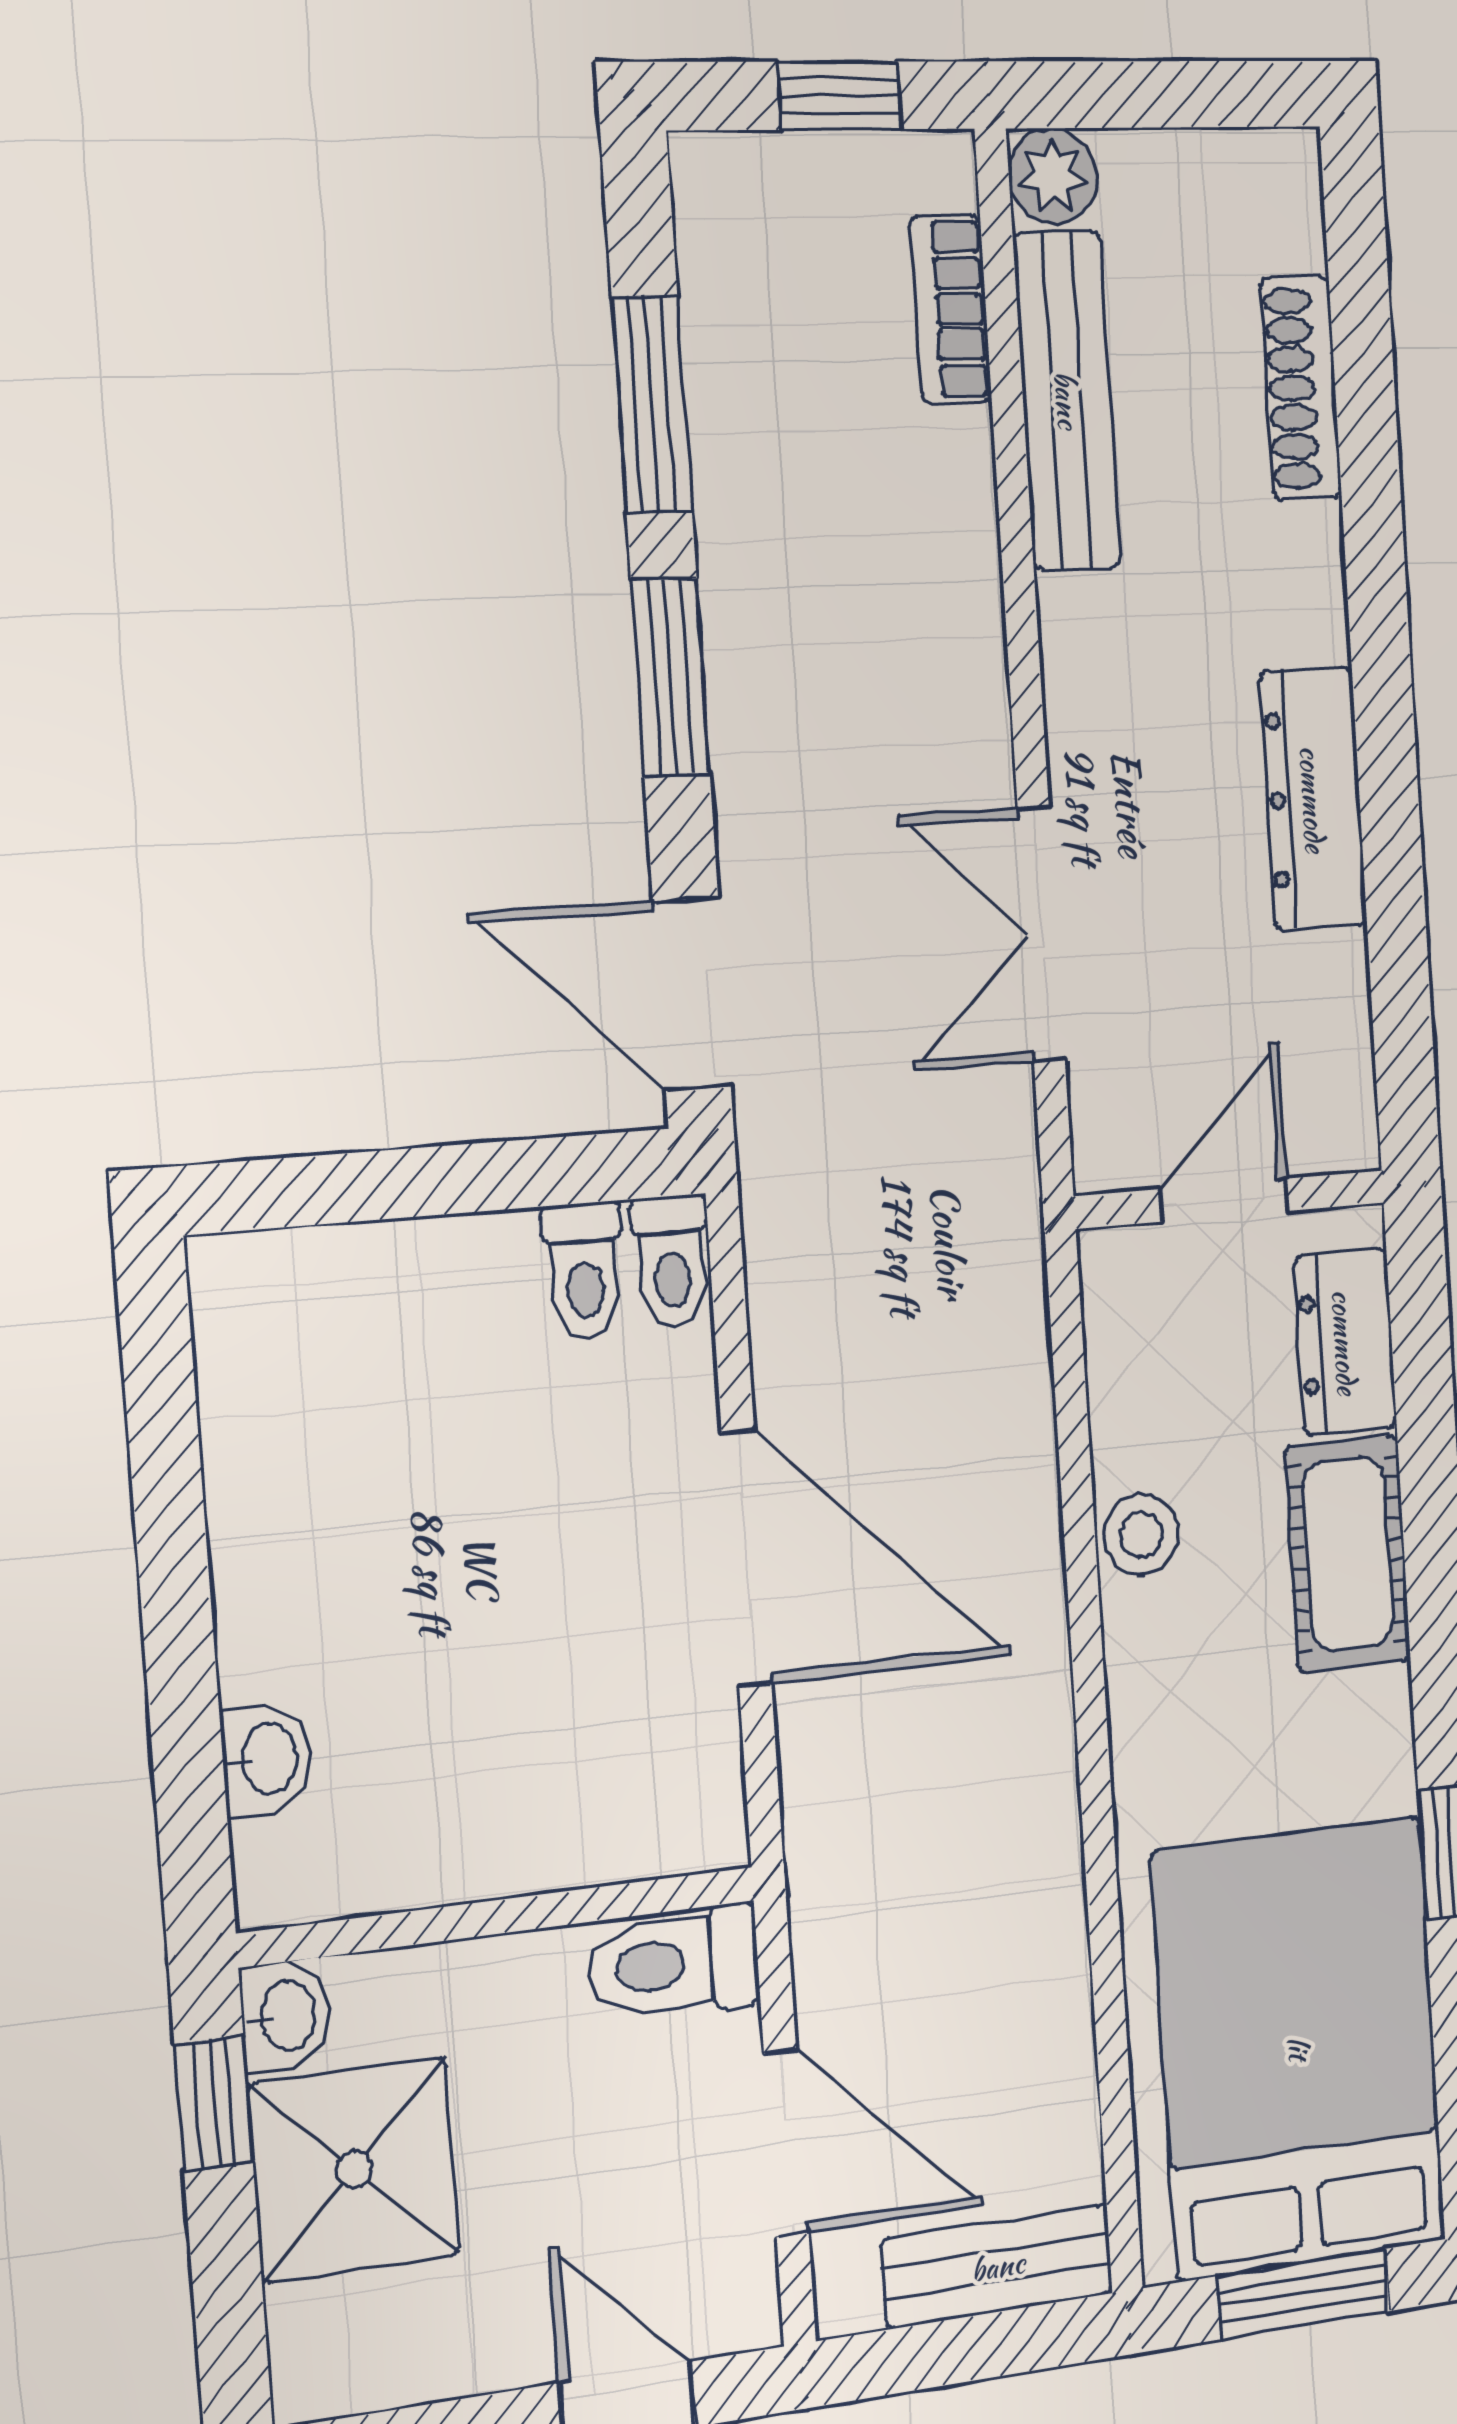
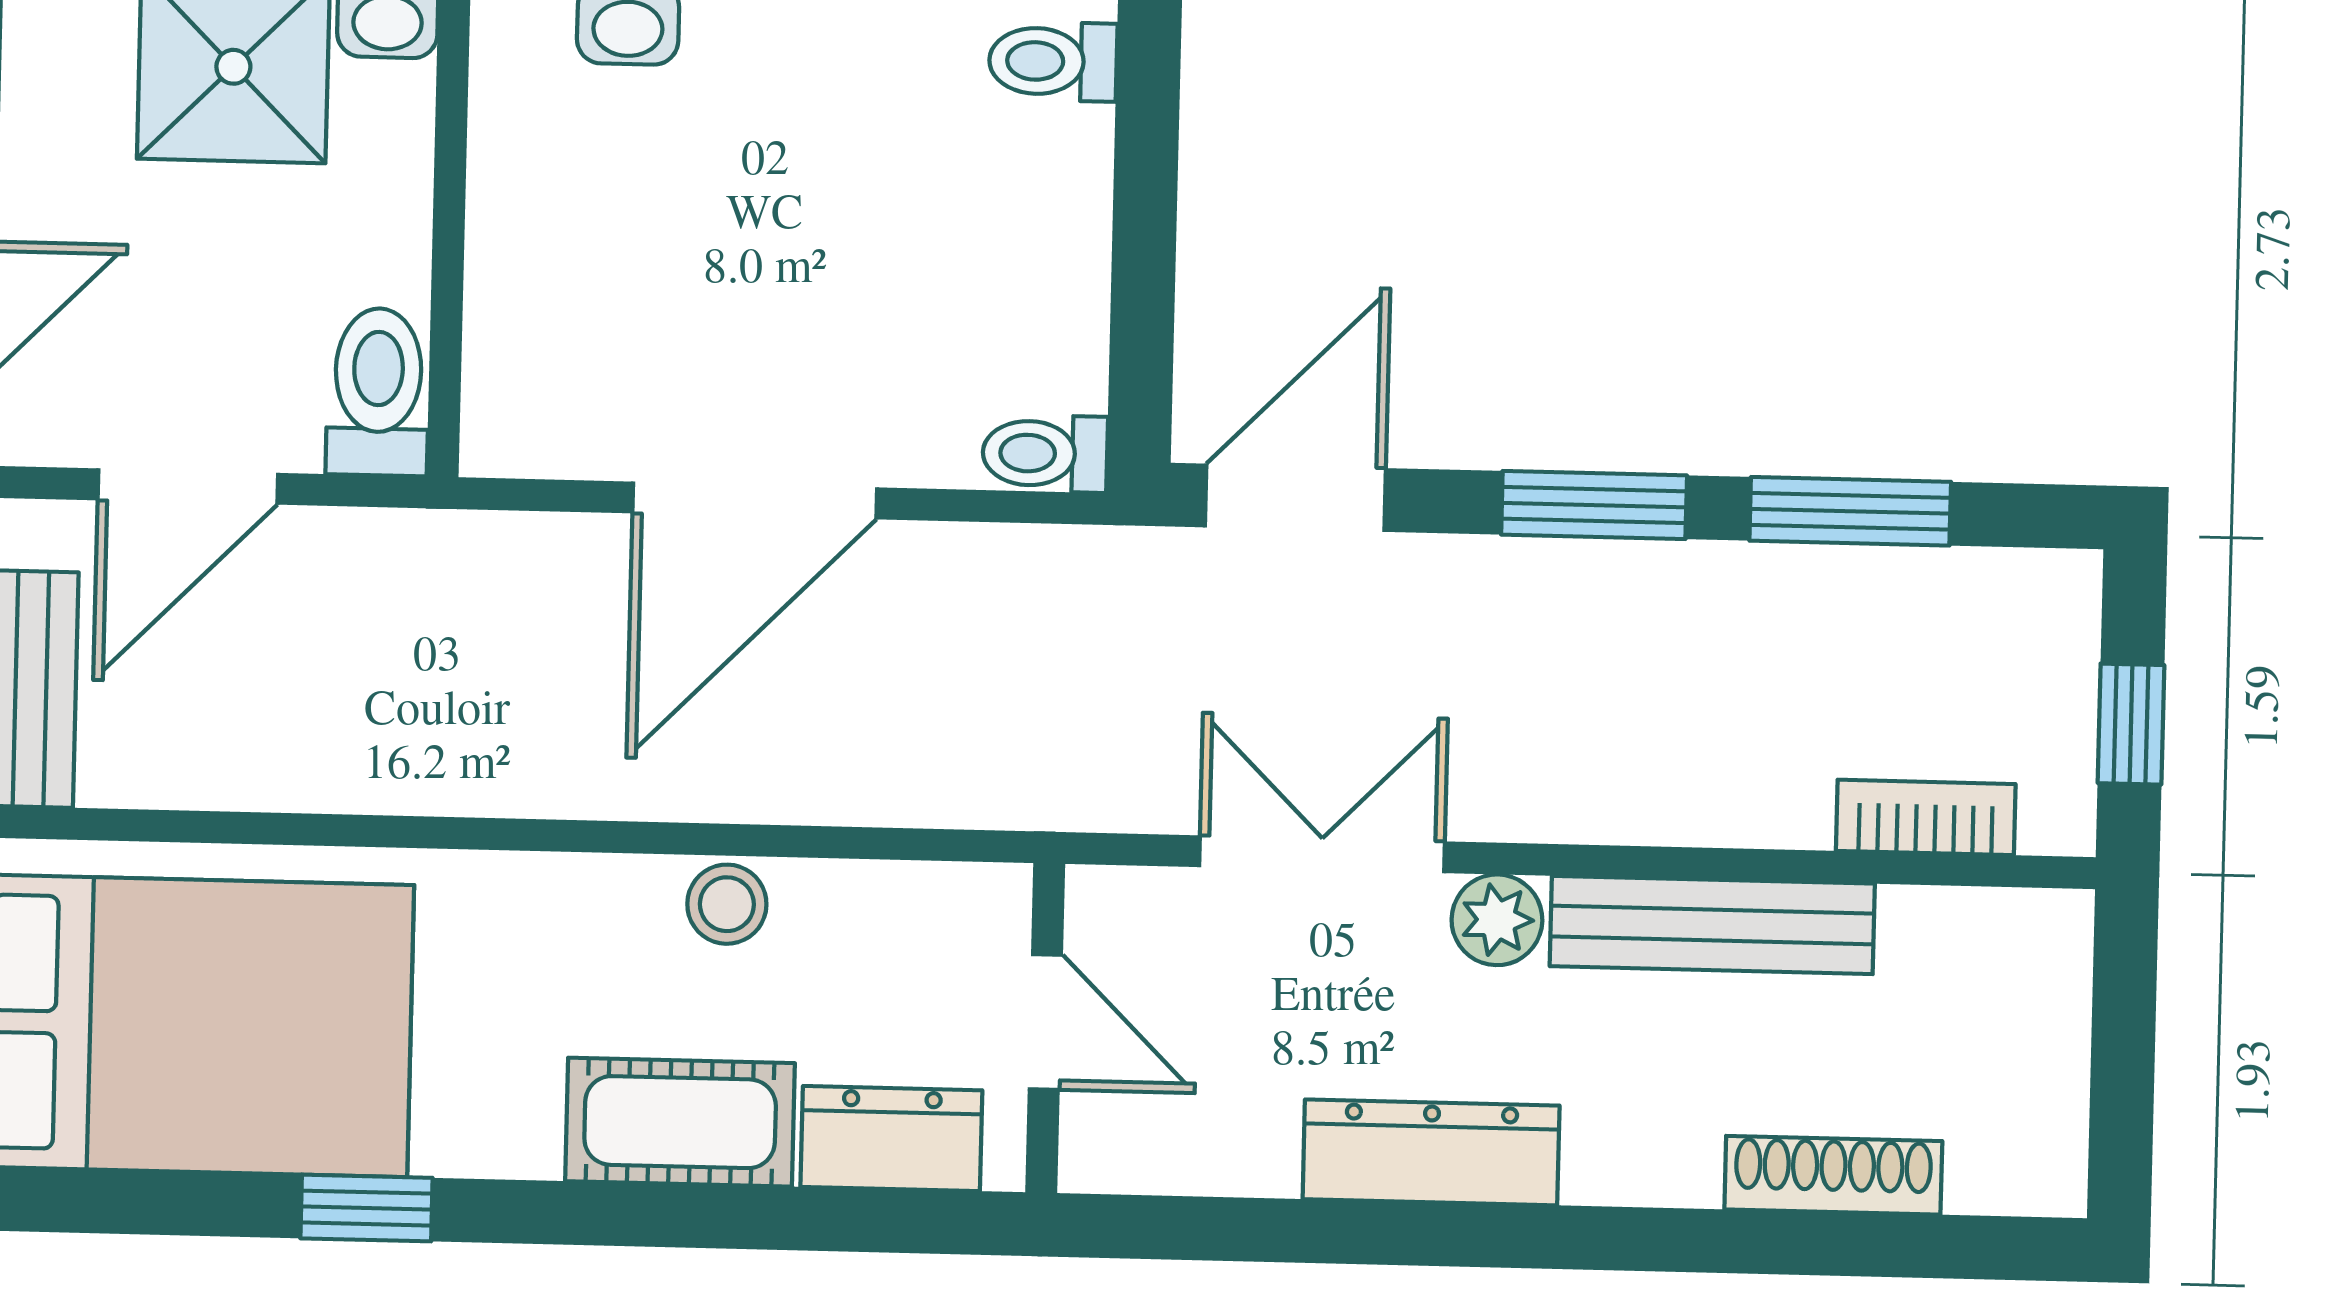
plant: (1053, 176) -> (1497, 920), moved
bench: (1067, 400) -> (1712, 925), moved
toilet: (584, 1271) -> (1053, 61), moved

